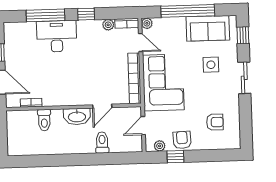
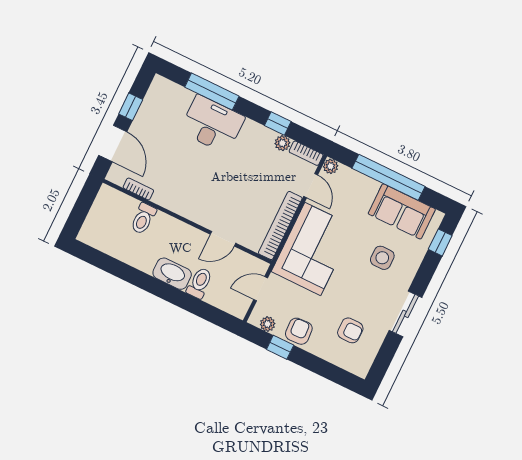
window: (86, 14) -> (278, 124), moved
sliding door: (244, 78) -> (406, 314), moved
washbasin: (77, 116) -> (172, 274), moved, turned 180

